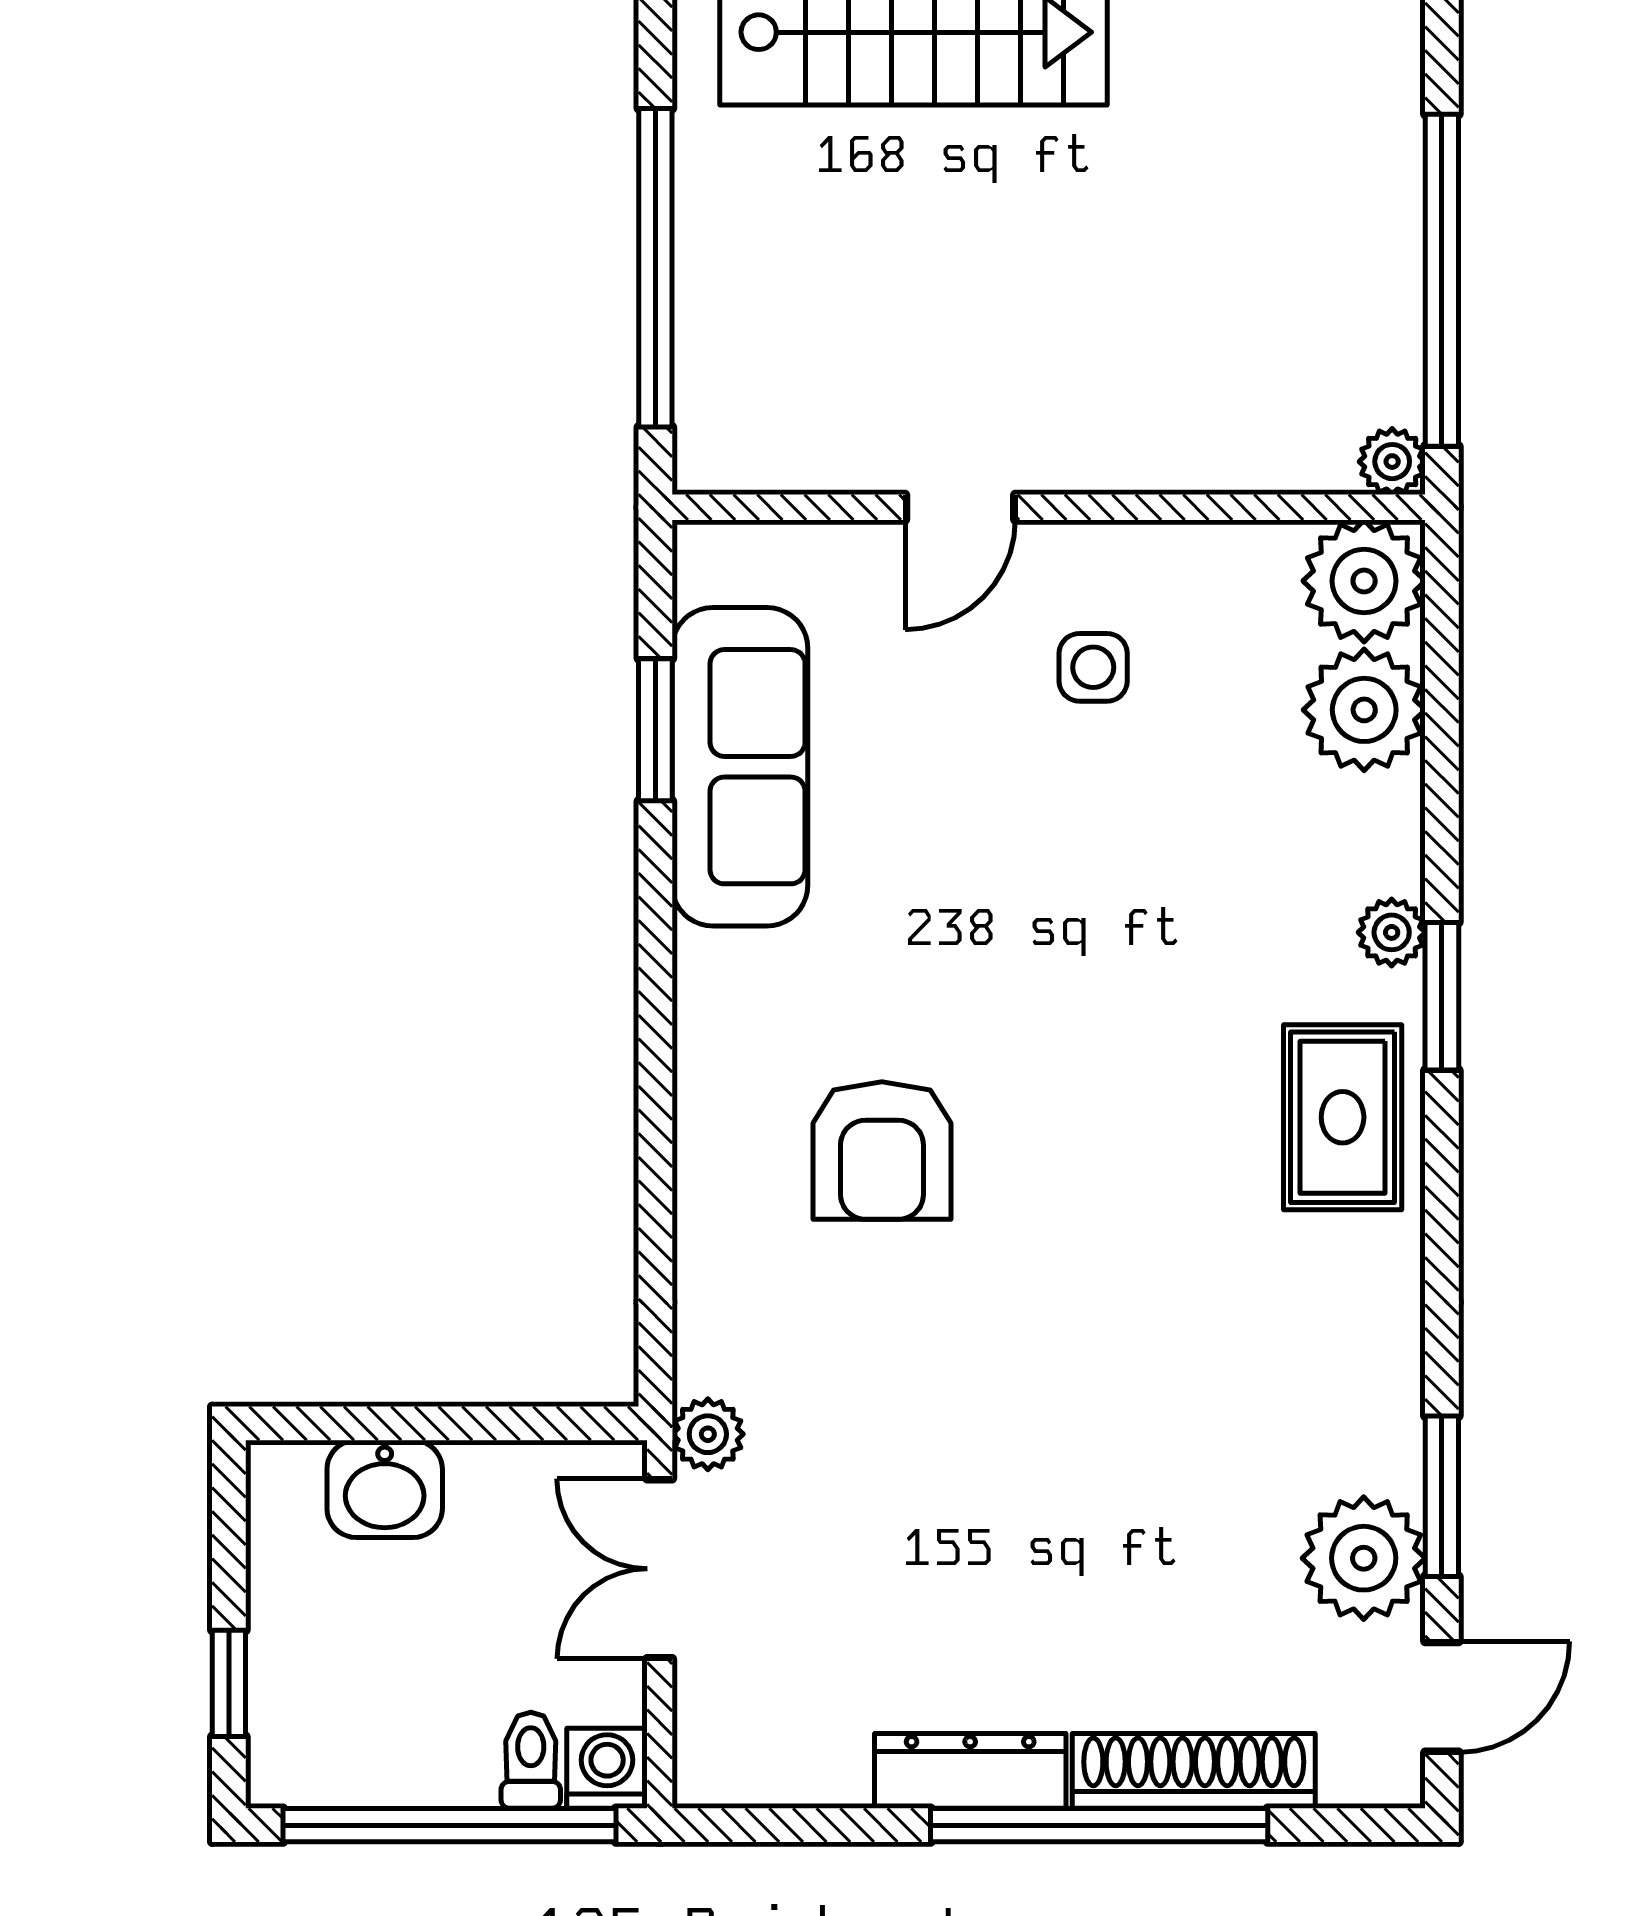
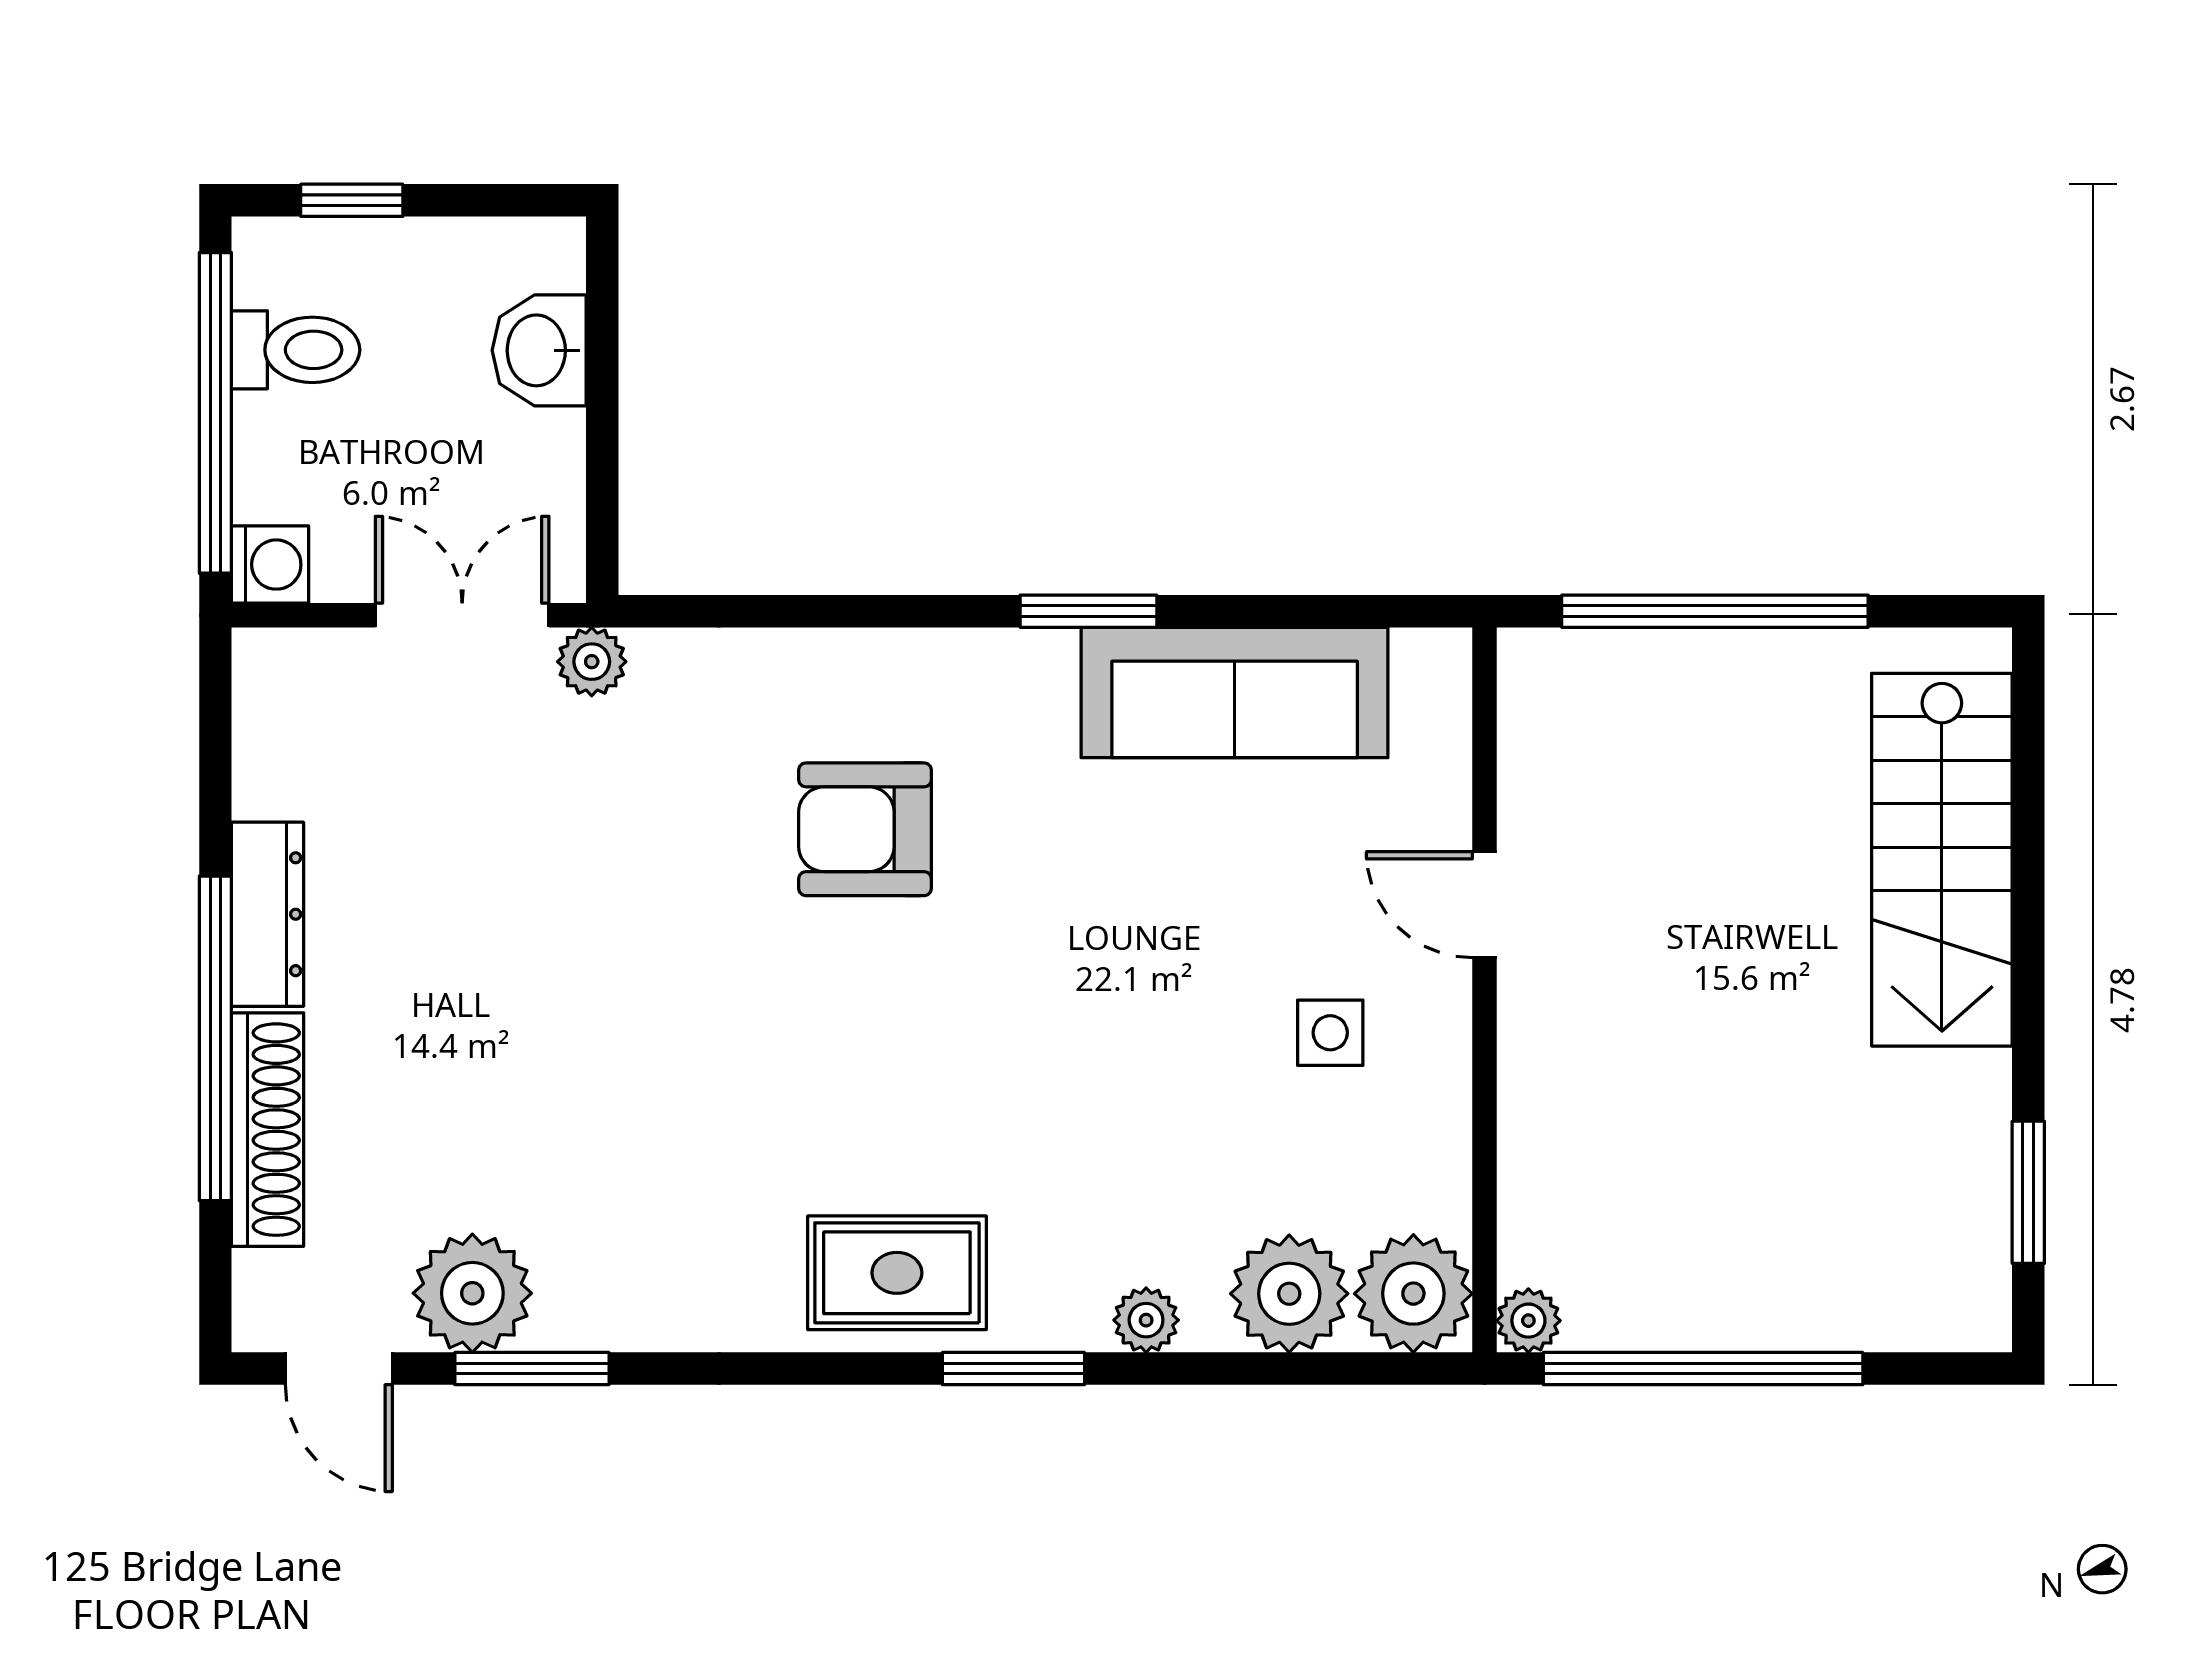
window: (655, 730) -> (1088, 611), moved
plant: (1392, 932) -> (1146, 1320), moved
toilet: (531, 1760) -> (296, 350), moved, width x1.37, depth x1.39

